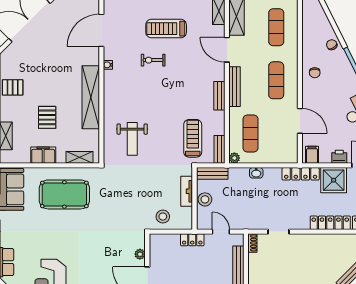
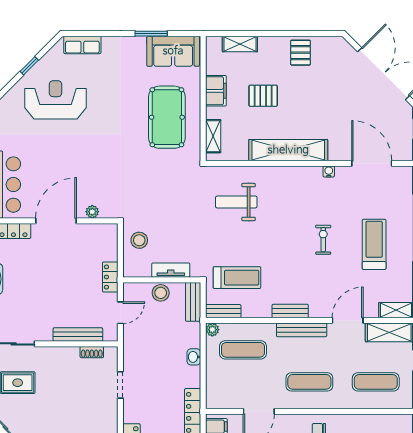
exercise bike: (153, 60) -> (323, 240), moved
shoe rack: (252, 243) -> (92, 352), moved

